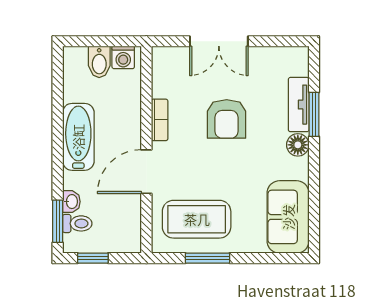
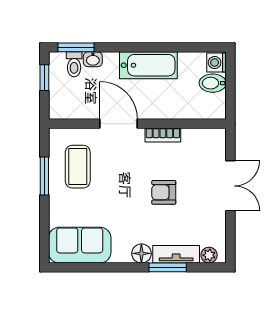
double door: (219, 41) -> (230, 186), swing flipped
washing machine: (123, 57) -> (216, 63), moved
plant: (300, 66) -> (209, 255), added
armchair: (227, 119) -> (164, 192), width x0.72, depth x0.72
coffee table: (197, 219) -> (78, 167), width x0.73, depth x0.76

